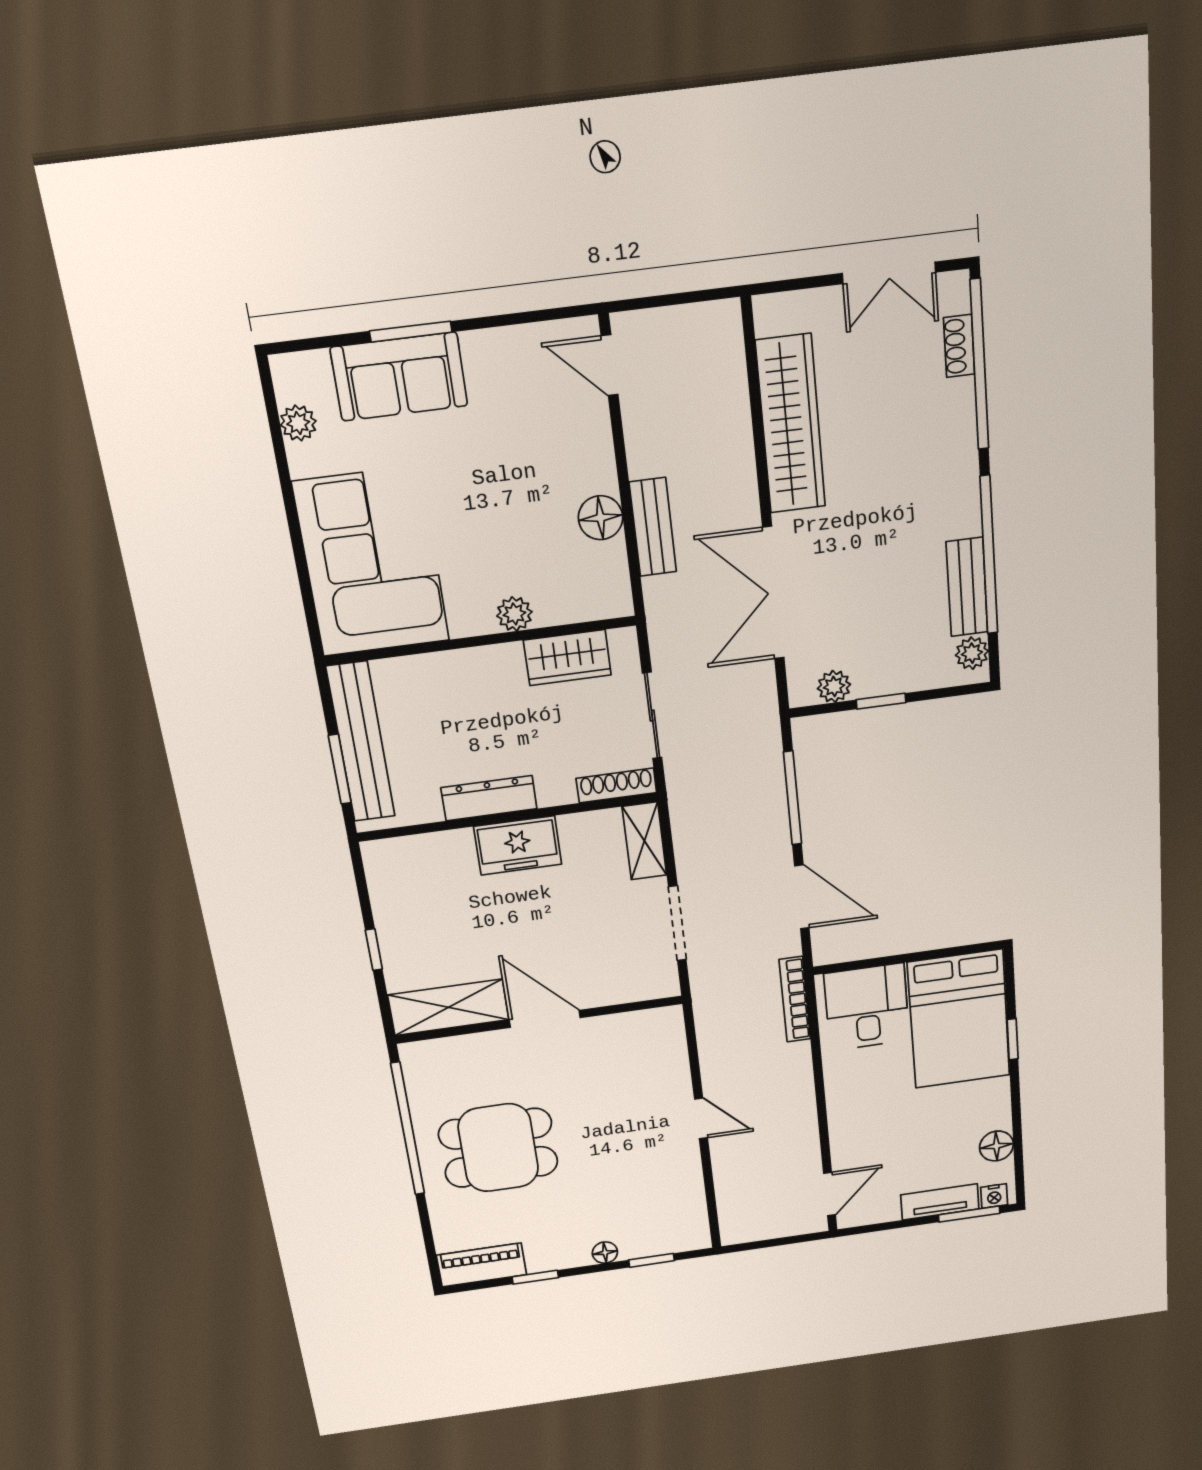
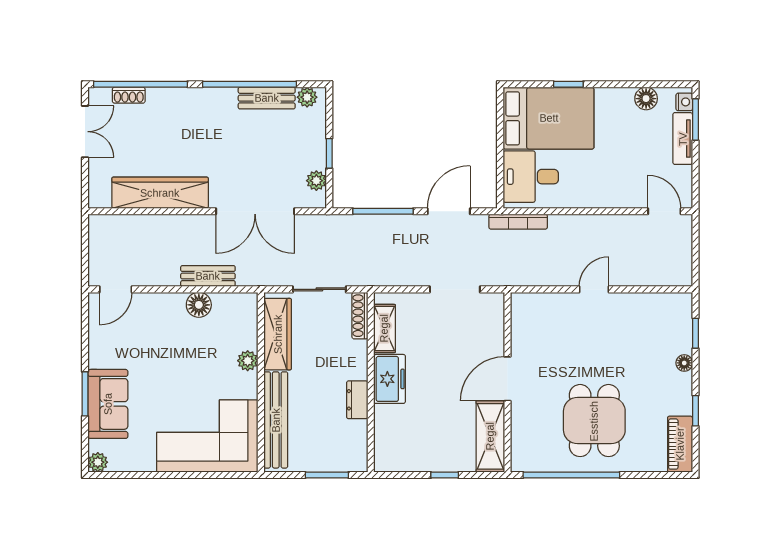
plant: (298, 423) -> (98, 462), moved
wardrobe: (567, 658) -> (278, 334), width x1.50
bench: (361, 742) -> (276, 420), moved, turned 90
dresser: (489, 798) -> (357, 400), width x0.70
shelving: (644, 841) -> (384, 328), moved, turned 90

